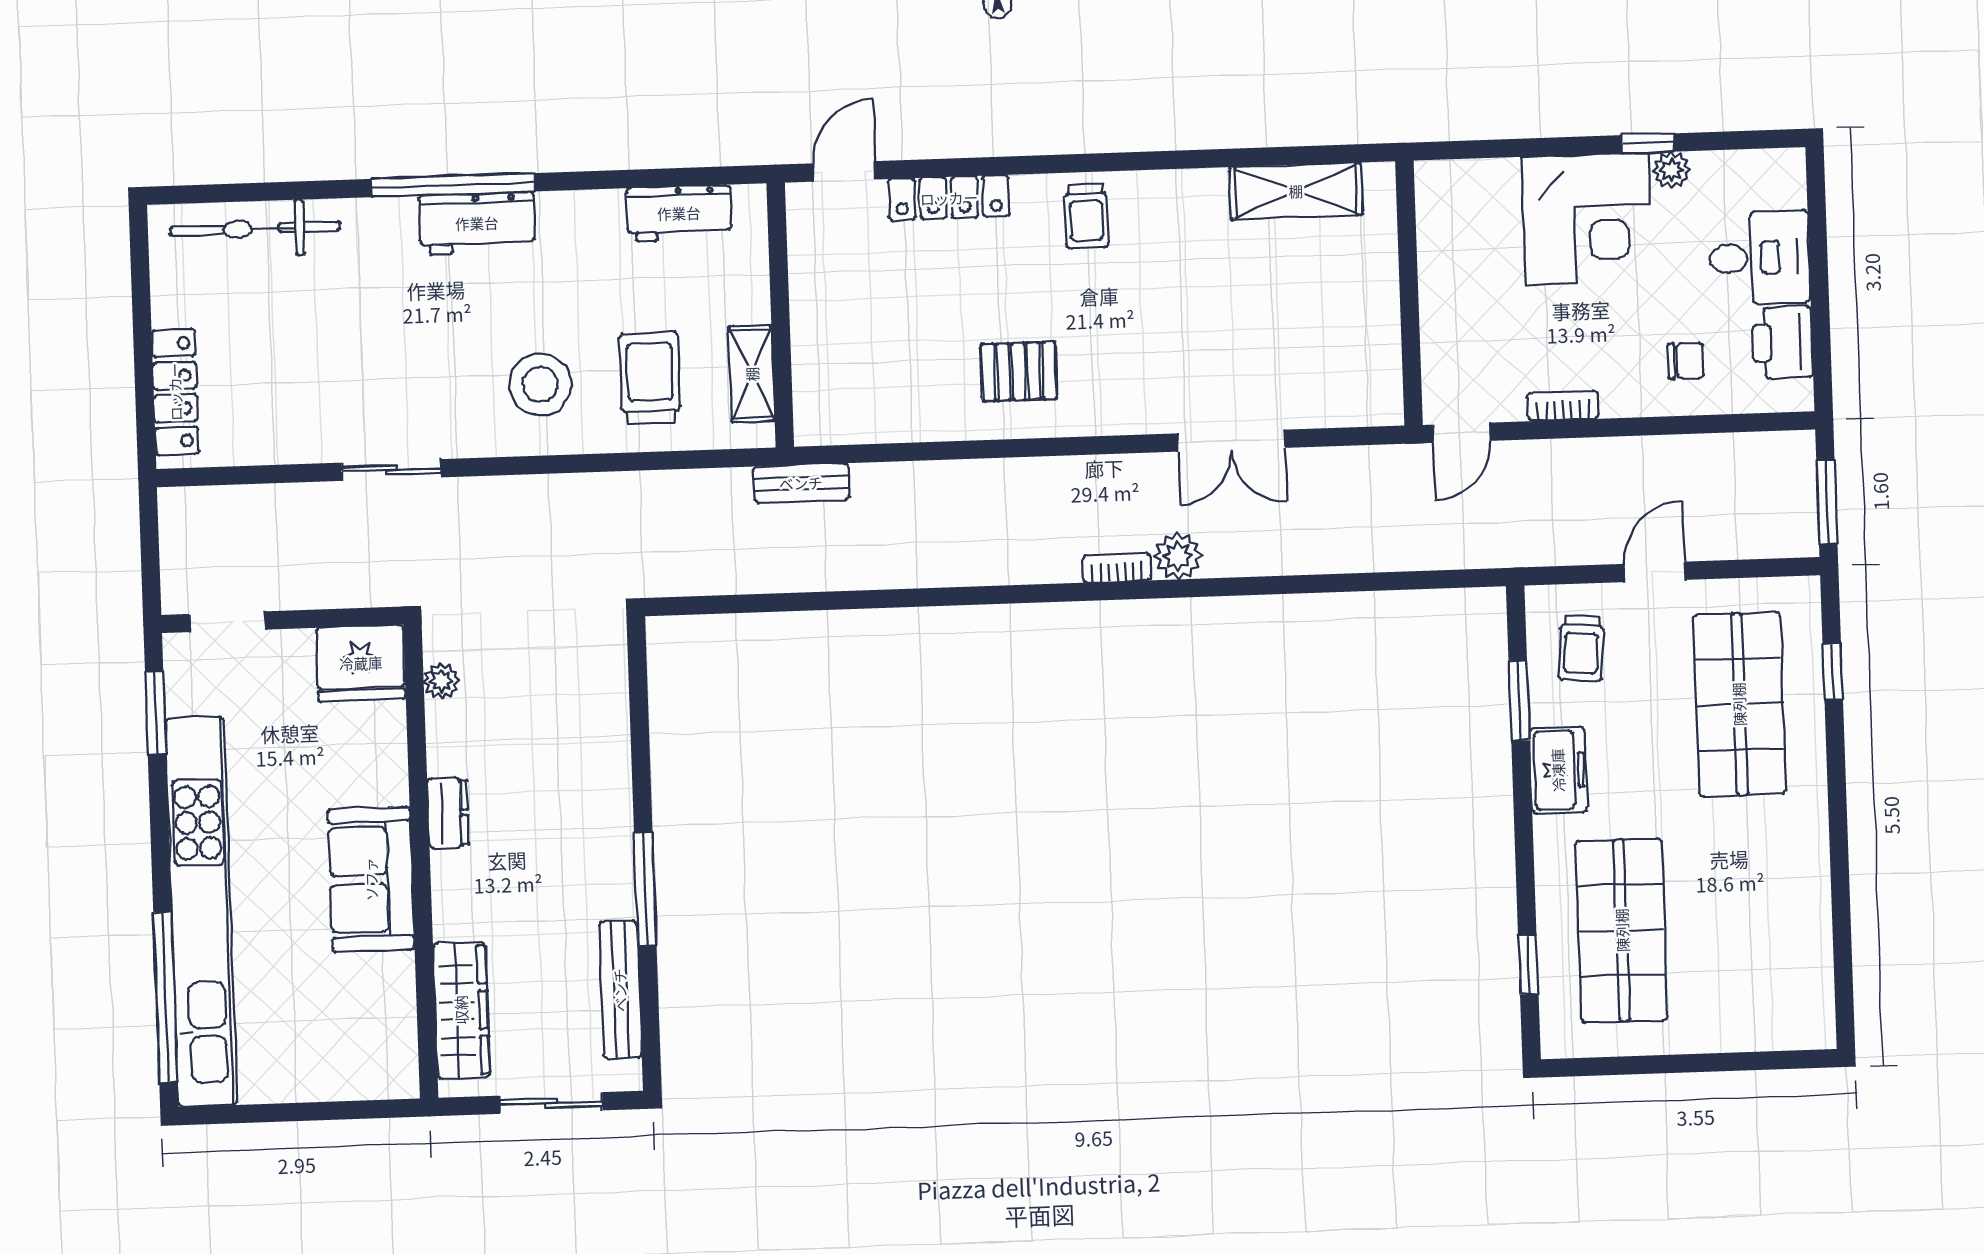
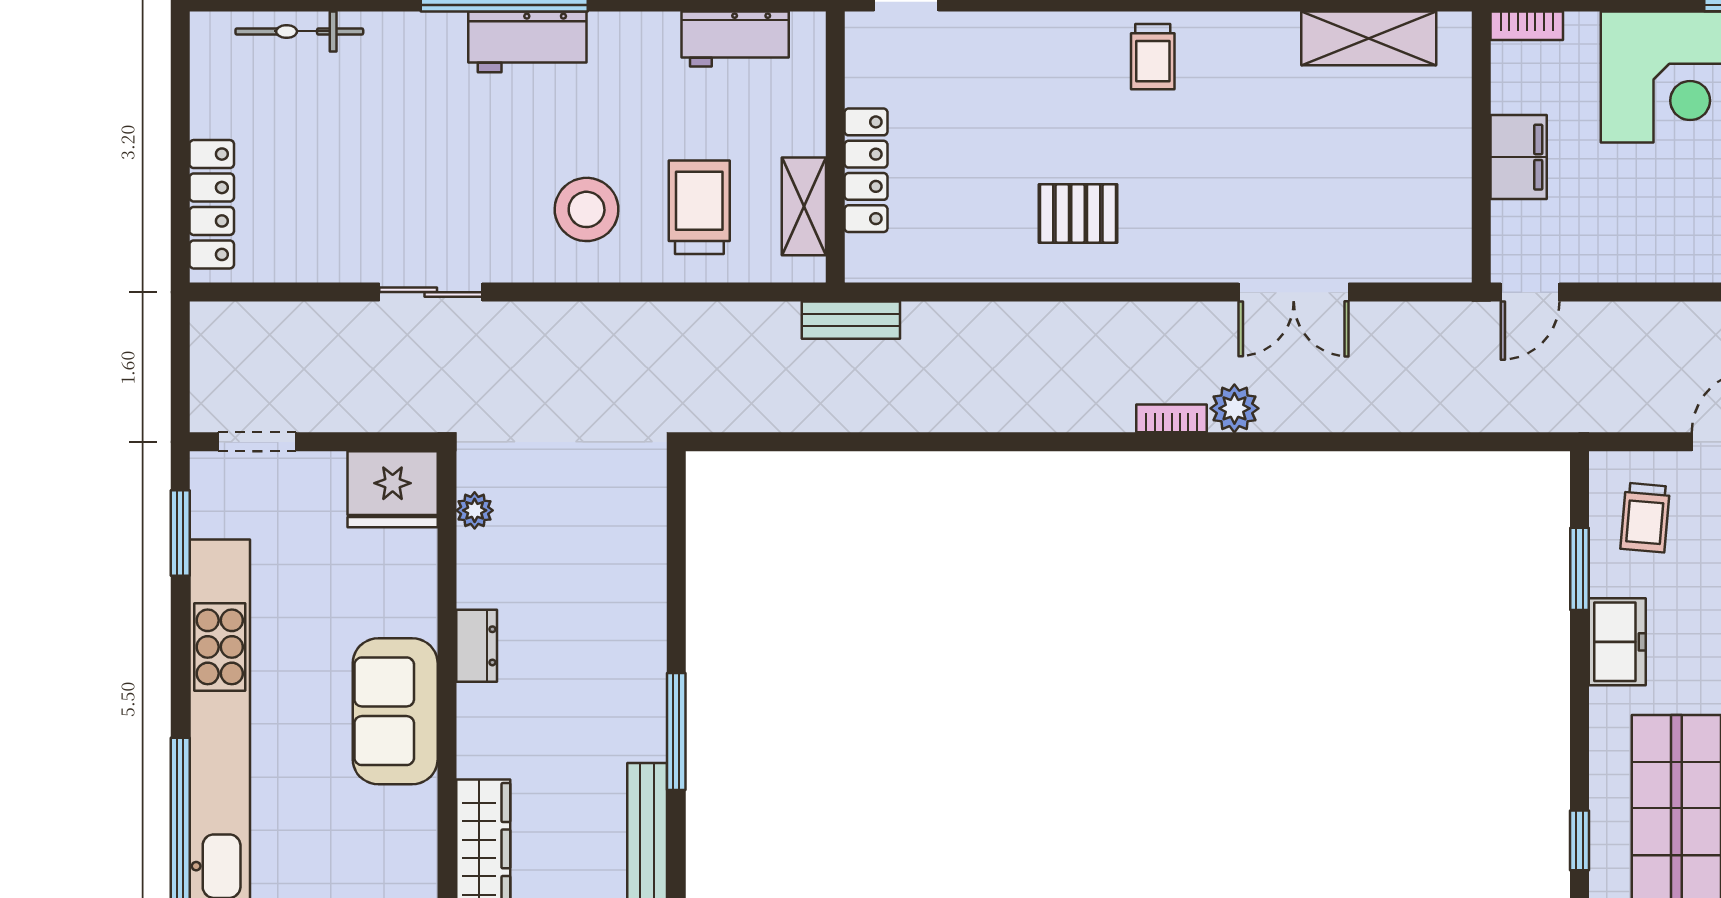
locker: (949, 198) -> (866, 170), moved, turned -90
bicycle: (255, 229) -> (299, 31), width x0.73, depth x0.71
filing cabinet: (1446, 302) -> (1519, 157), added
bookcase: (1563, 406) -> (1527, 26), moved, turned 180

